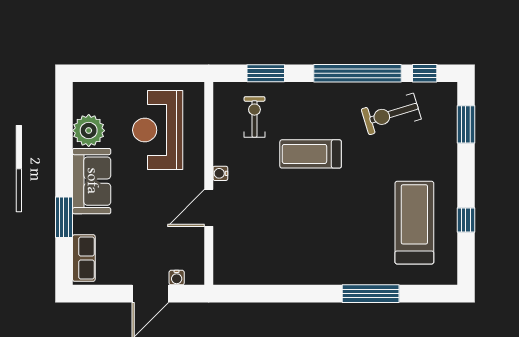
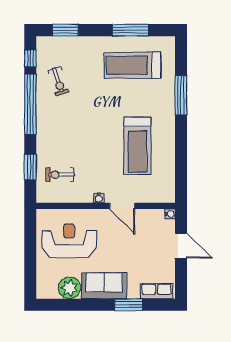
exercise bike: (391, 114) -> (58, 81), width x0.73, depth x0.72
reception desk: (158, 130) -> (69, 241), turned 180
treadmill: (311, 154) -> (137, 146), moved, width x1.37, depth x1.38
window: (466, 220) -> (131, 30), width x2.17
water cooler: (177, 278) -> (170, 214), moved

